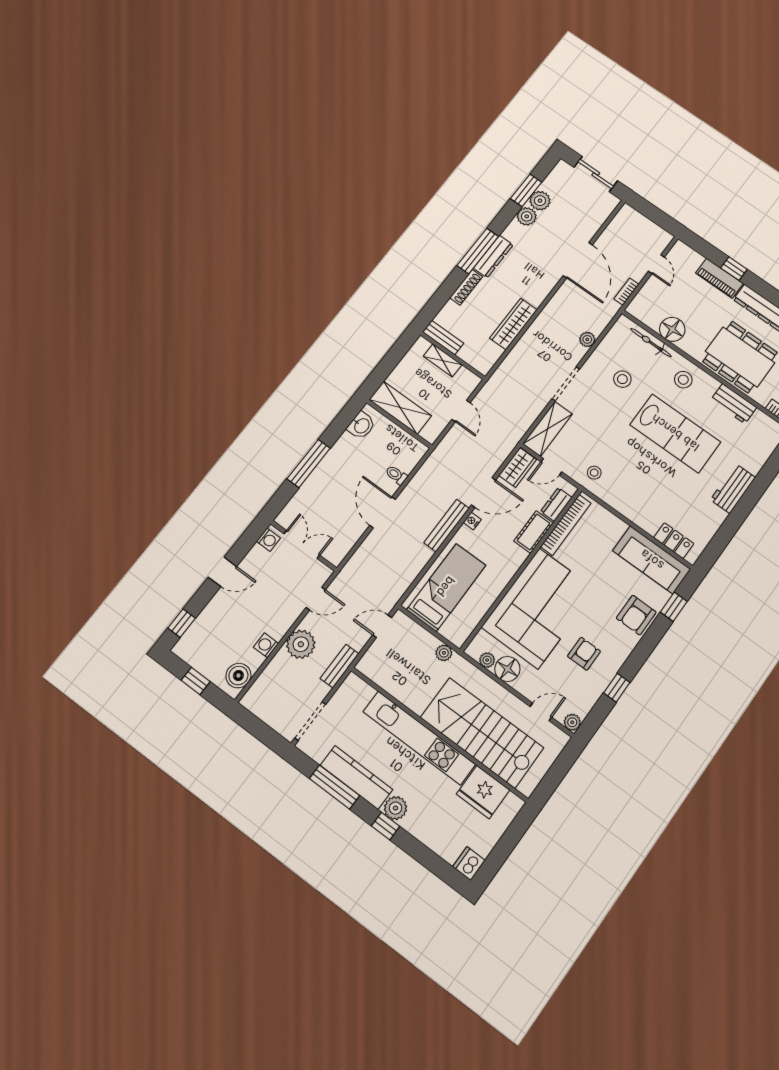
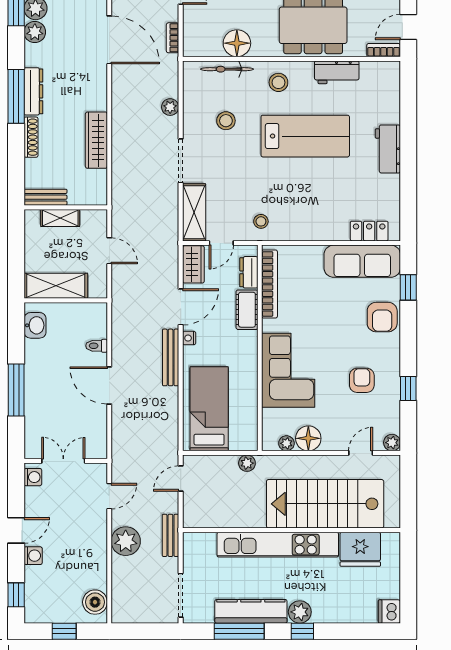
corner sofa: (539, 608) -> (288, 370), width x0.73, depth x0.74
washing machine: (266, 645) -> (33, 556), moved, turned 180

